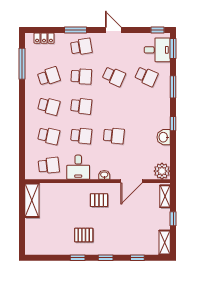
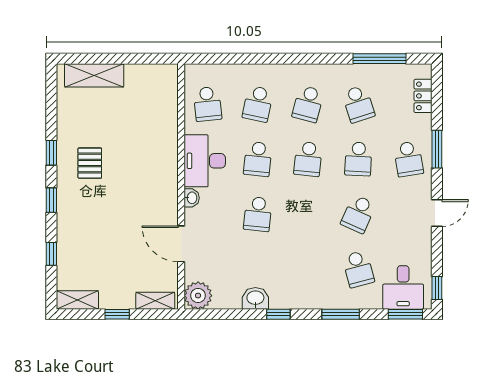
school desk: (146, 76) -> (358, 269), turned -39
desk: (78, 167) -> (205, 161), width x1.37
shelving: (32, 200) -> (94, 75), moved
pallet: (99, 200) -> (149, 189), removed

